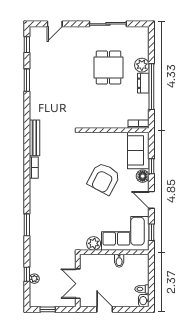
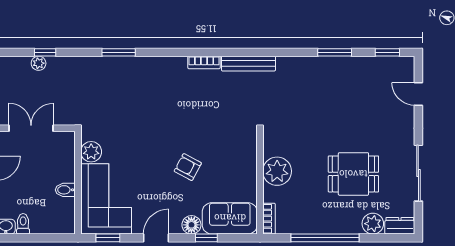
plant: (142, 65) -> (373, 224), moved
dresser: (143, 83) -> (400, 226), moved
plant: (107, 119) -> (277, 171), added
armchair: (104, 179) -> (188, 167), width x0.53, depth x0.53

